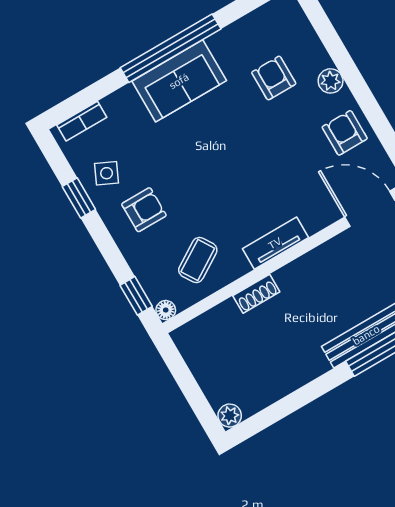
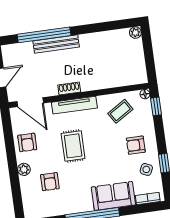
sofa: (179, 81) -> (113, 196), moved
rug: (258, 161) -> (73, 146), added
tv unit: (275, 243) -> (74, 105), width x1.41
shoe rack: (256, 294) -> (69, 89), moved

